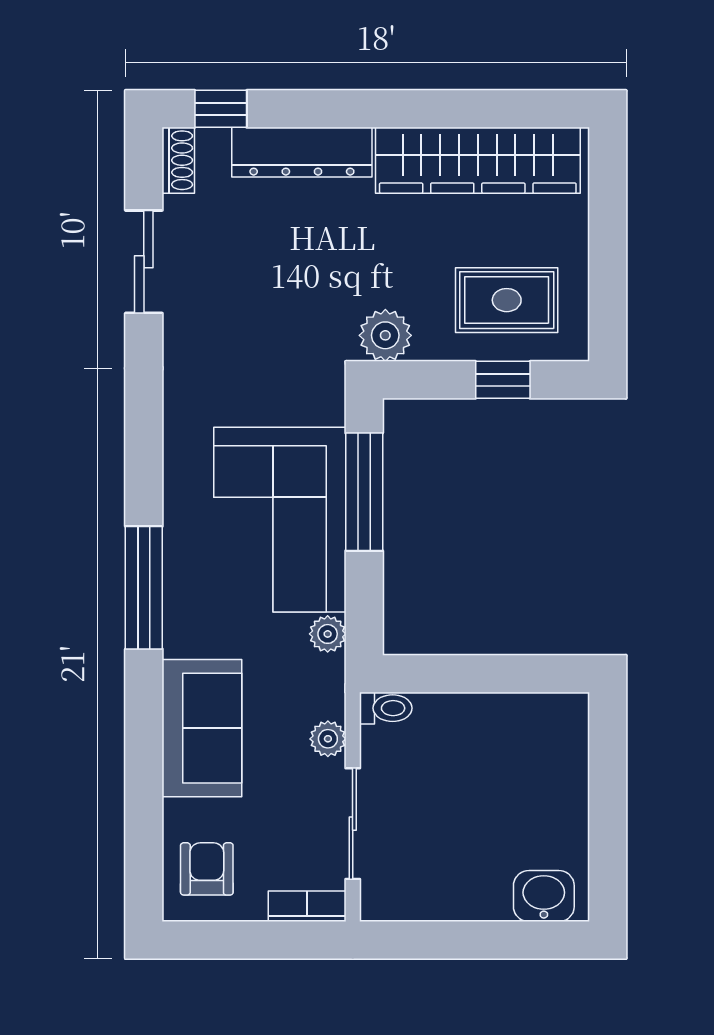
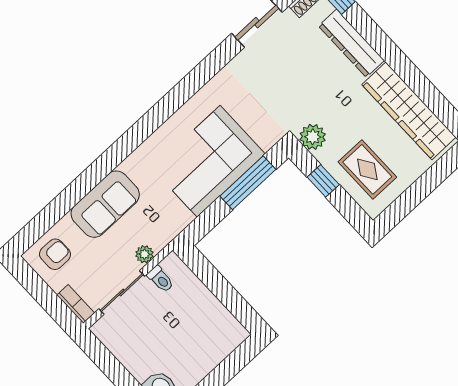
window: (503, 380) -> (323, 181), moved
window: (144, 588) -> (137, 135), removed
plant: (328, 634) -> (183, 218), removed
toilet: (386, 708) -> (160, 279), moved

